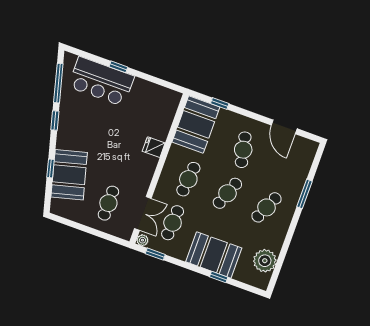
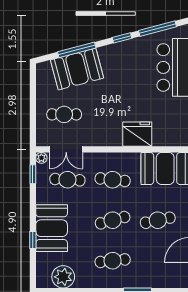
fridge: (154, 147) -> (137, 134), width x1.88, depth x1.34
window: (51, 168) -> (77, 50), width x2.17
cafe table: (227, 193) -> (113, 220), turned -36
cafe table: (267, 207) -> (113, 261), turned -30

